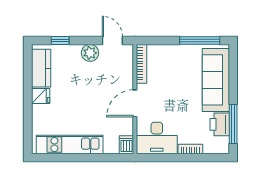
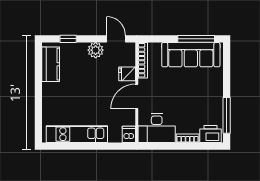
sofa: (216, 80) -> (191, 55), moved, turned -90
fridge: (41, 96) -> (127, 74), moved, turned 180
printer: (220, 124) -> (210, 134), moved, turned 90

